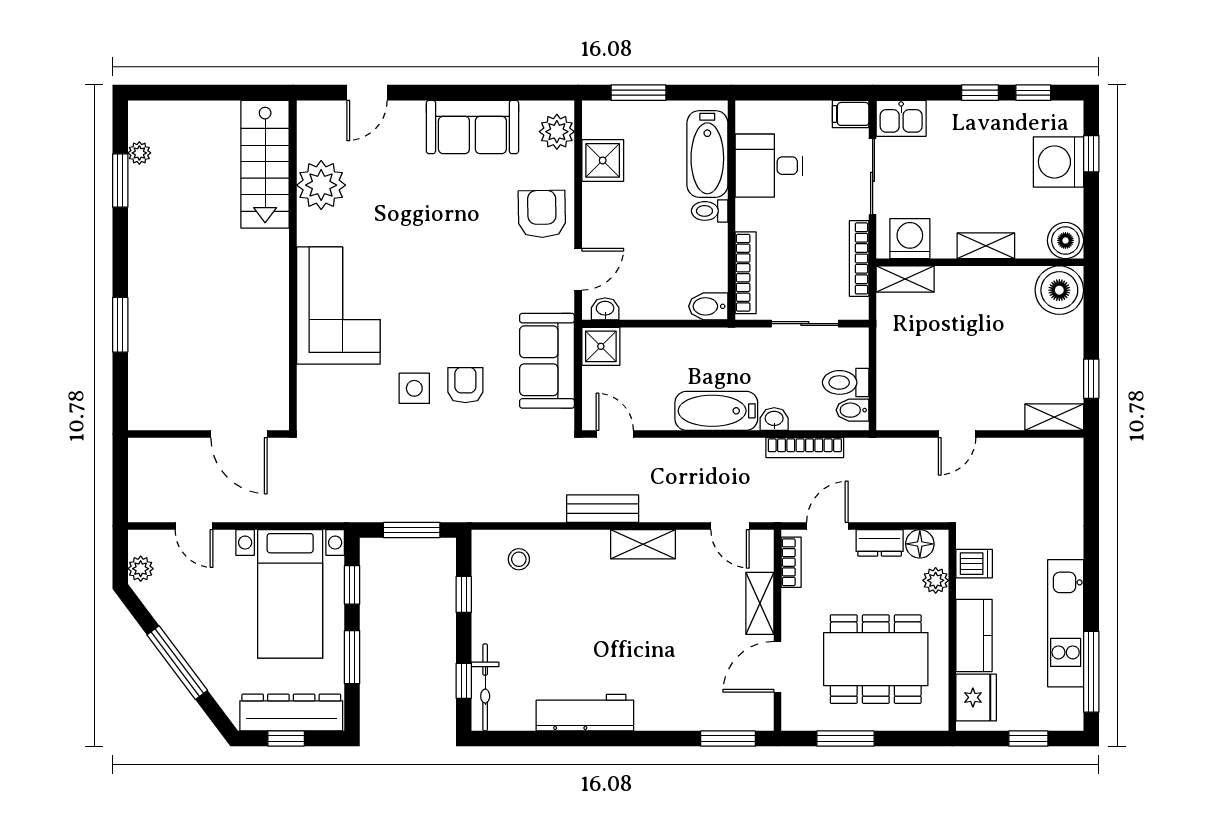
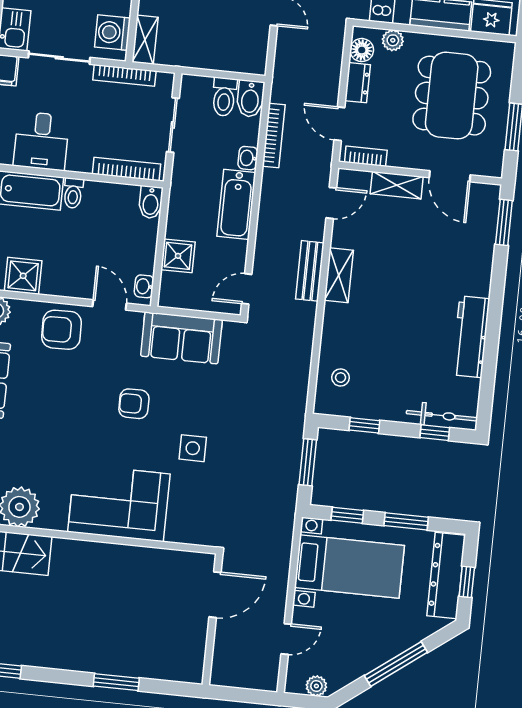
shower: (601, 346) -> (178, 256), moved
armchair: (465, 385) -> (134, 404), moved
bidet: (853, 410) -> (250, 99), width x1.38, depth x1.36
bench: (603, 509) -> (310, 271), moved

